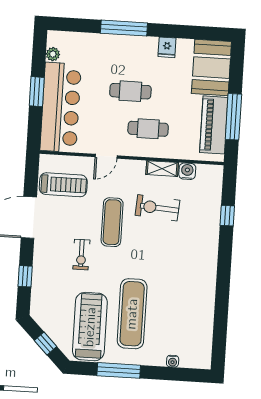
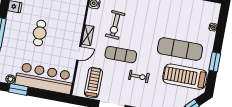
window: (37, 92) -> (18, 89), moved
cafe table: (148, 129) -> (65, 25), removed
door: (106, 156) -> (79, 53), hinge flipped
shelving: (162, 169) -> (88, 35), moved
window: (119, 370) -> (215, 62), width x0.69

